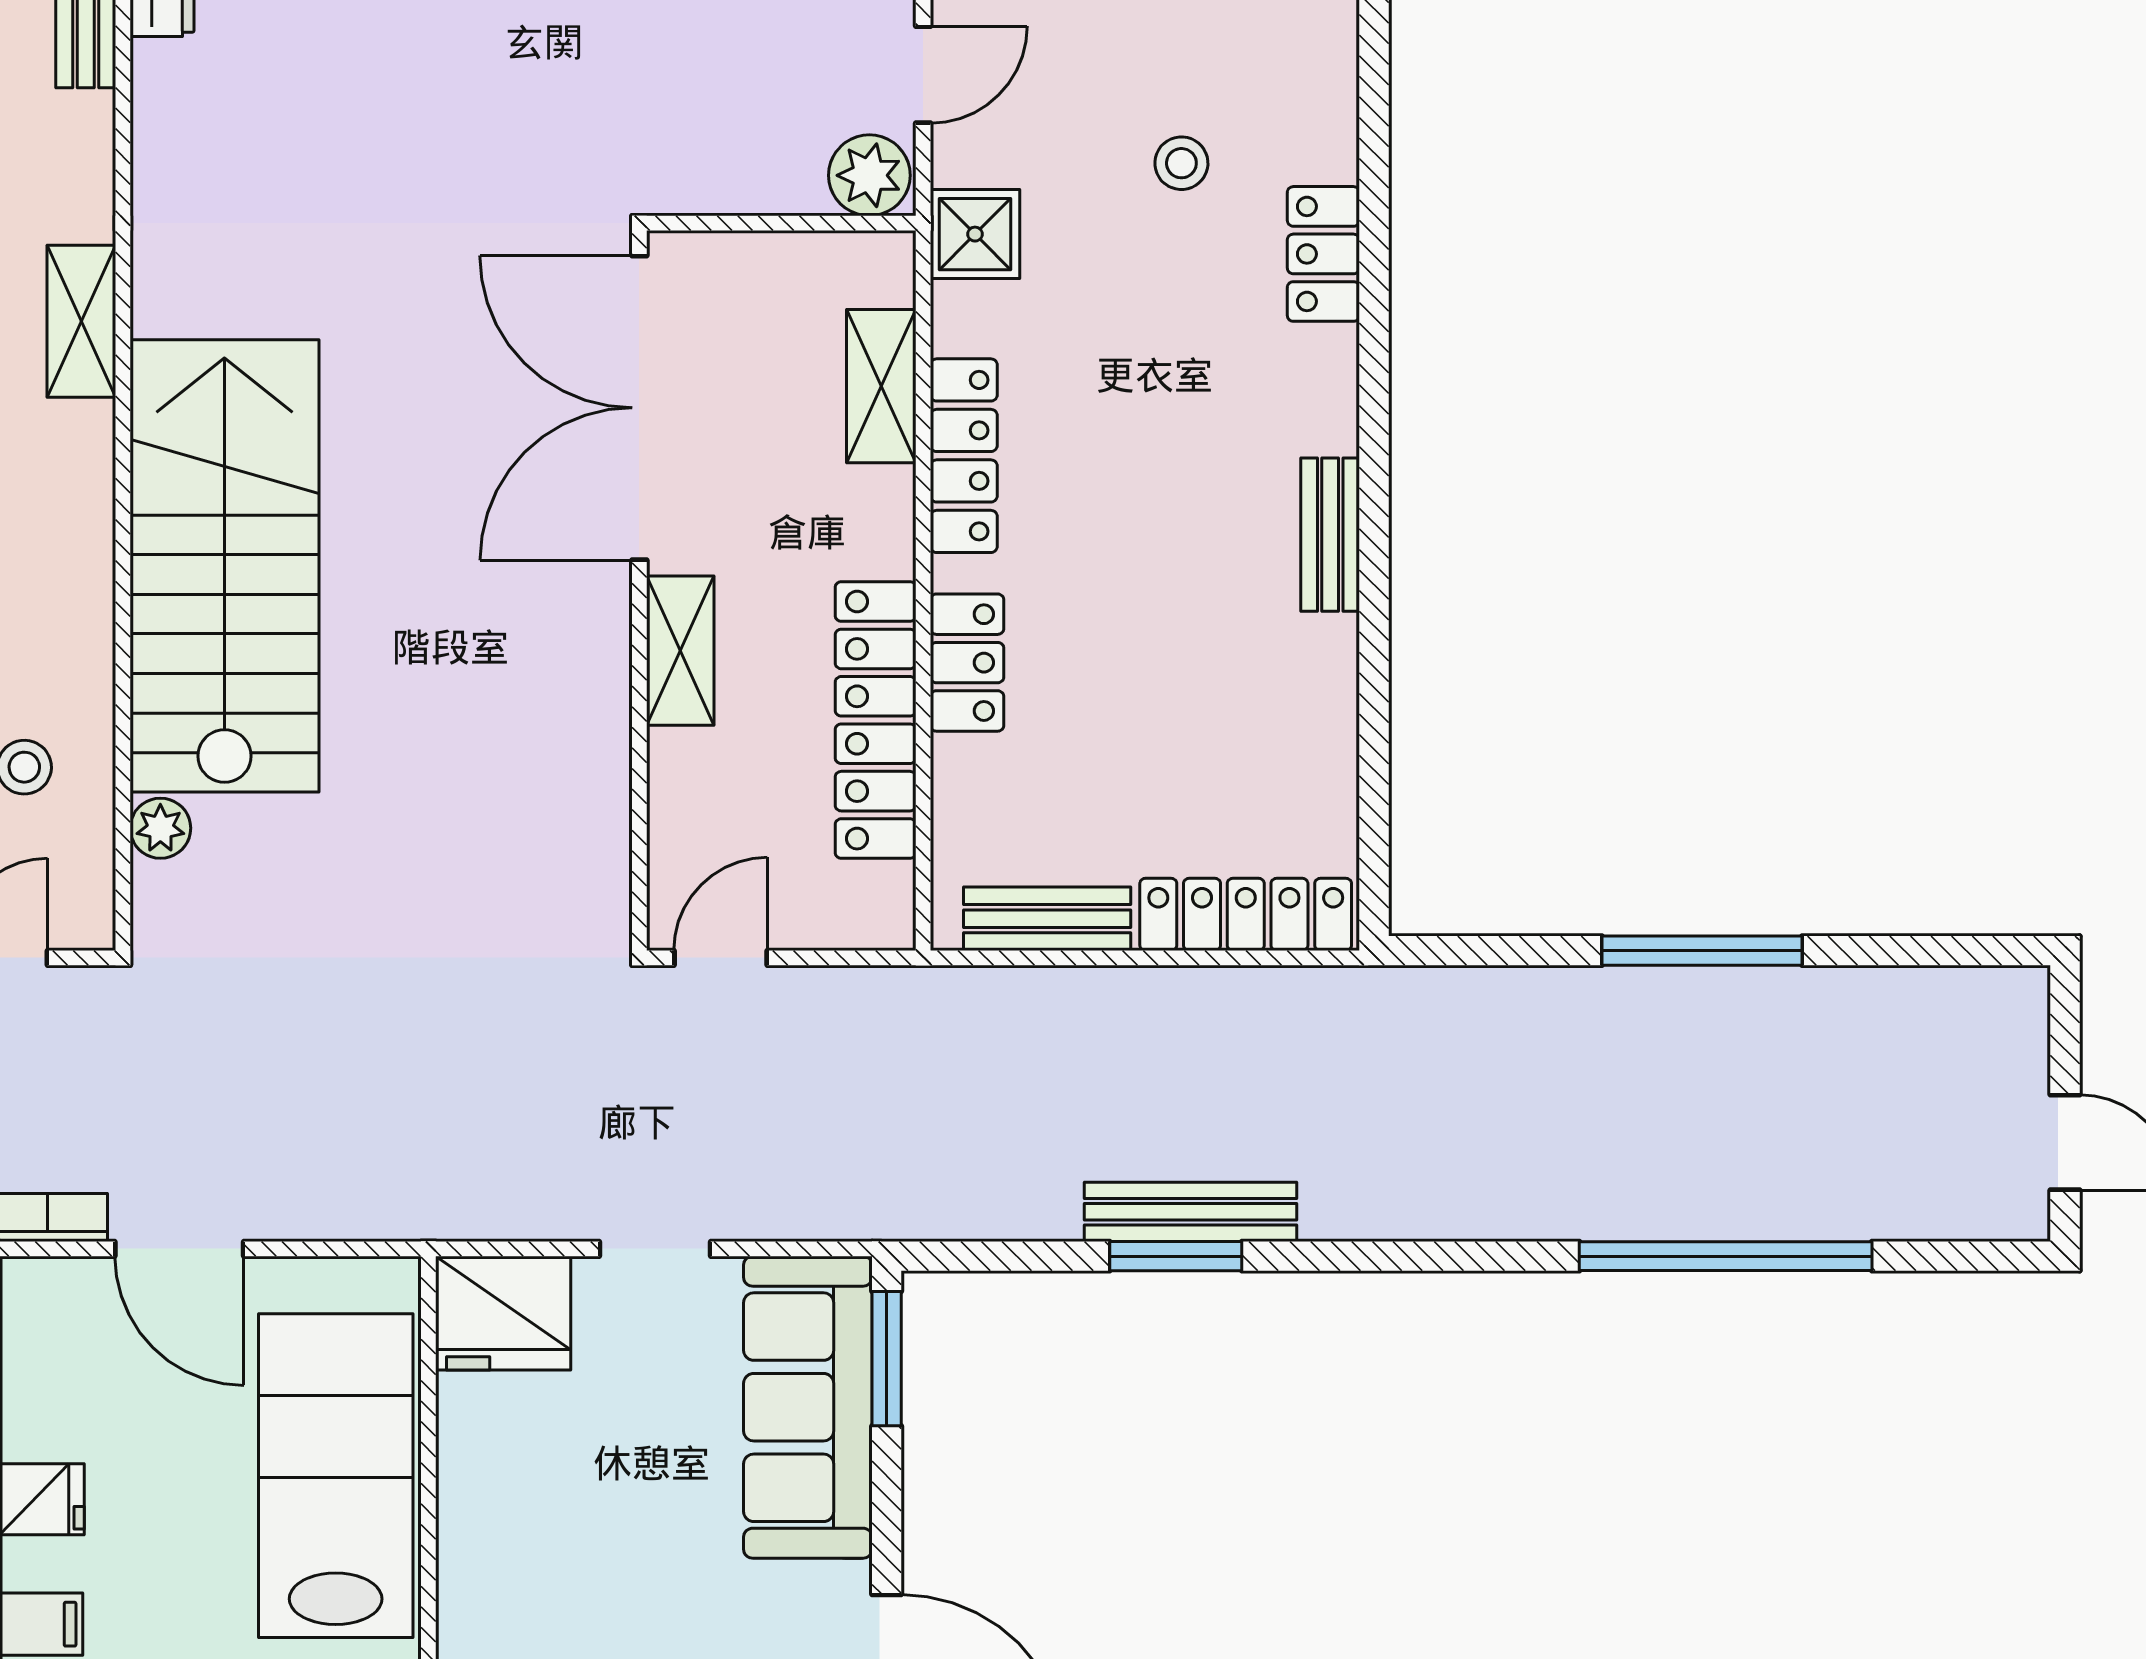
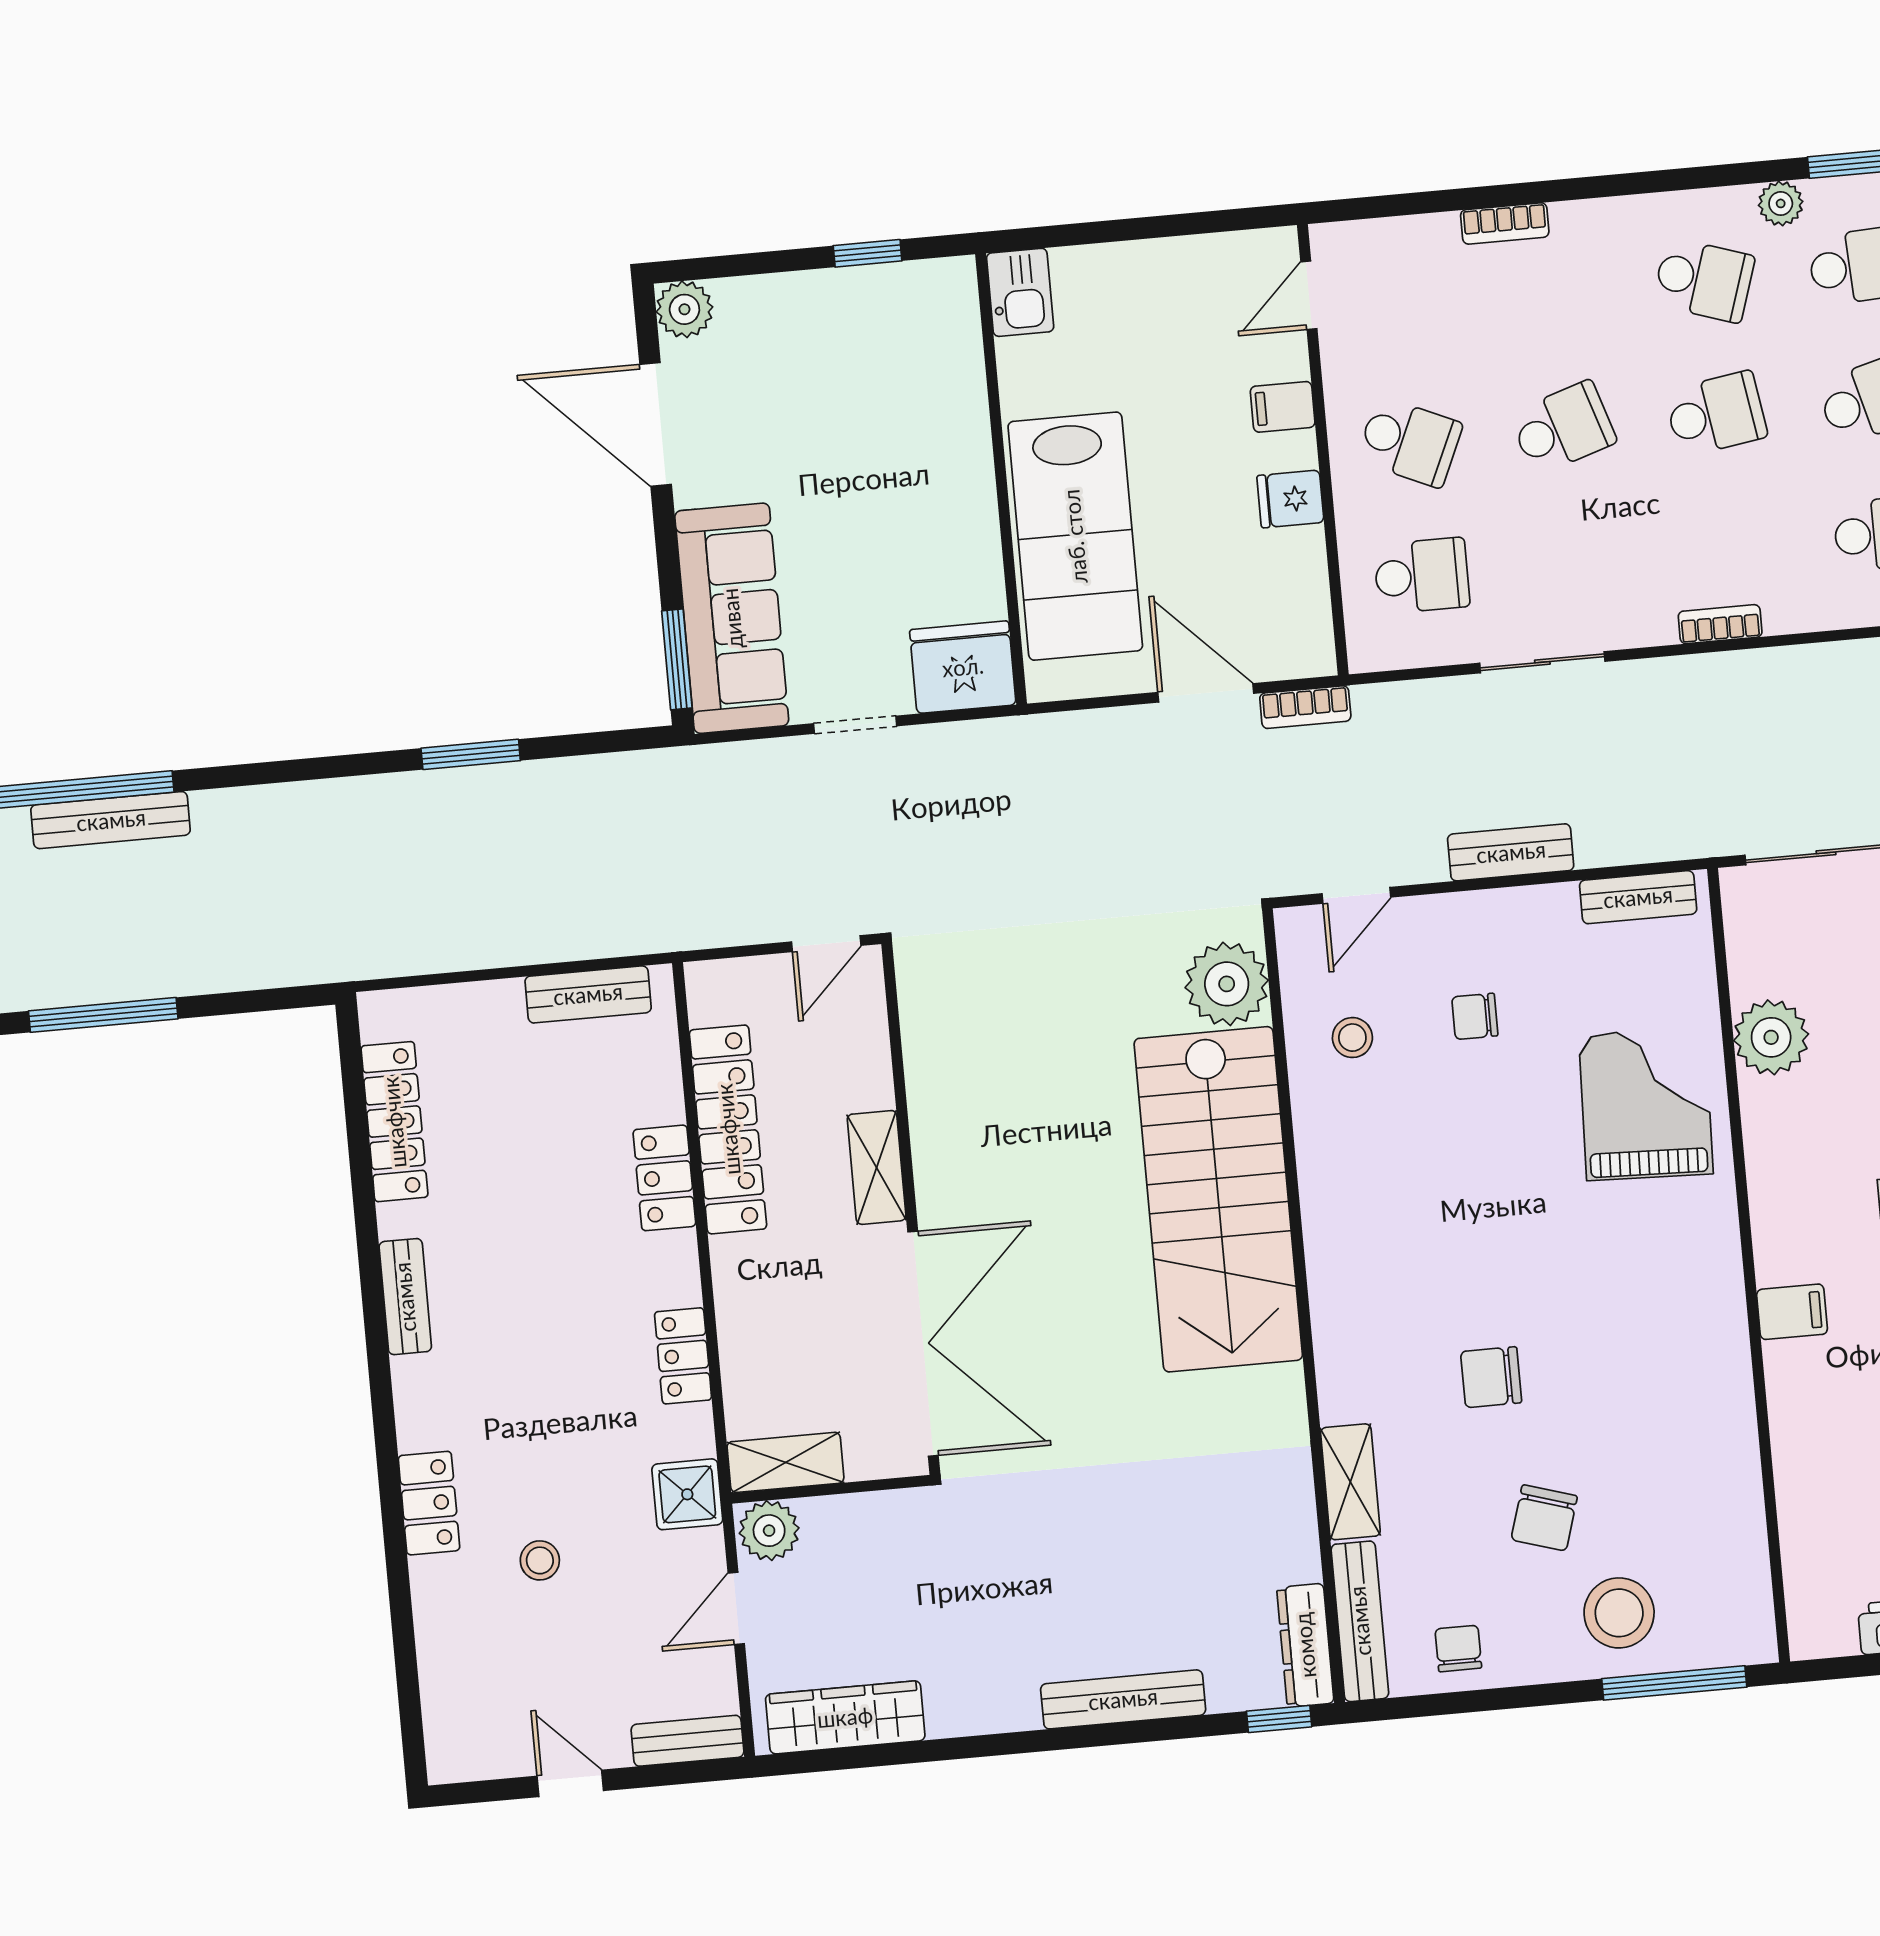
shelving: (81, 321) -> (1350, 1482), moved
shelving: (881, 386) -> (785, 1462), moved, turned 90
locker: (964, 456) -> (683, 1356), width x0.66
plant: (160, 828) -> (1227, 984), width x1.87, depth x1.87
locker: (1246, 914) -> (394, 1122), moved, turned -90
bench: (1191, 1212) -> (111, 820), moved

